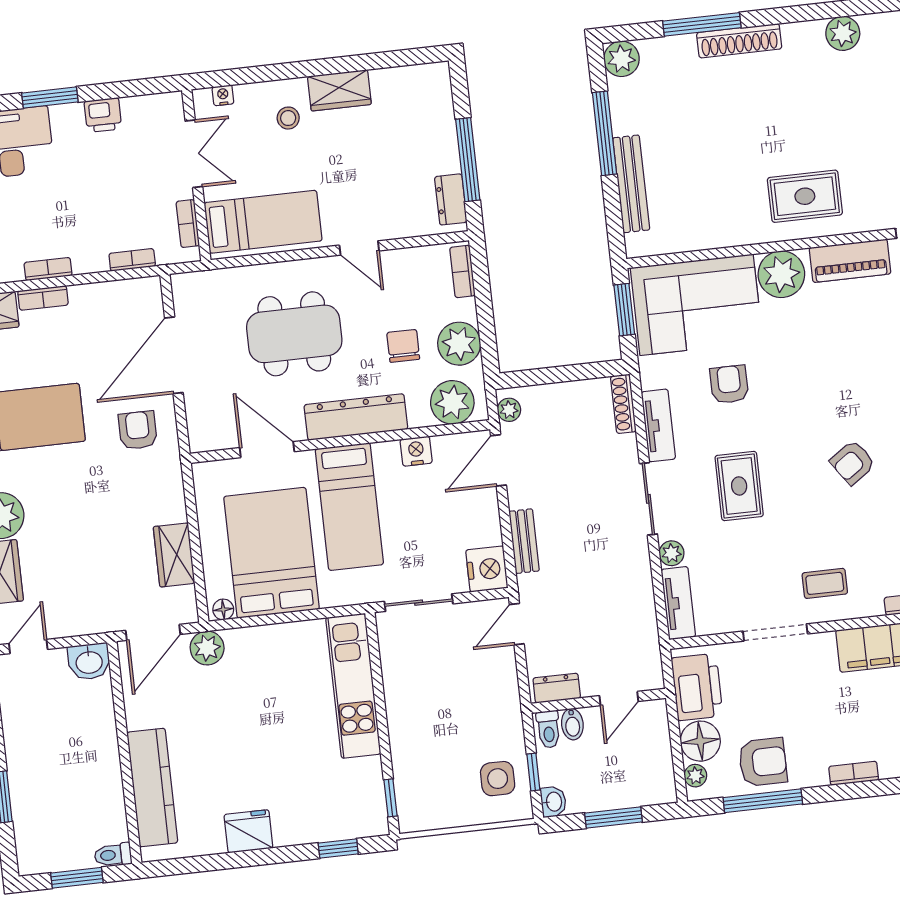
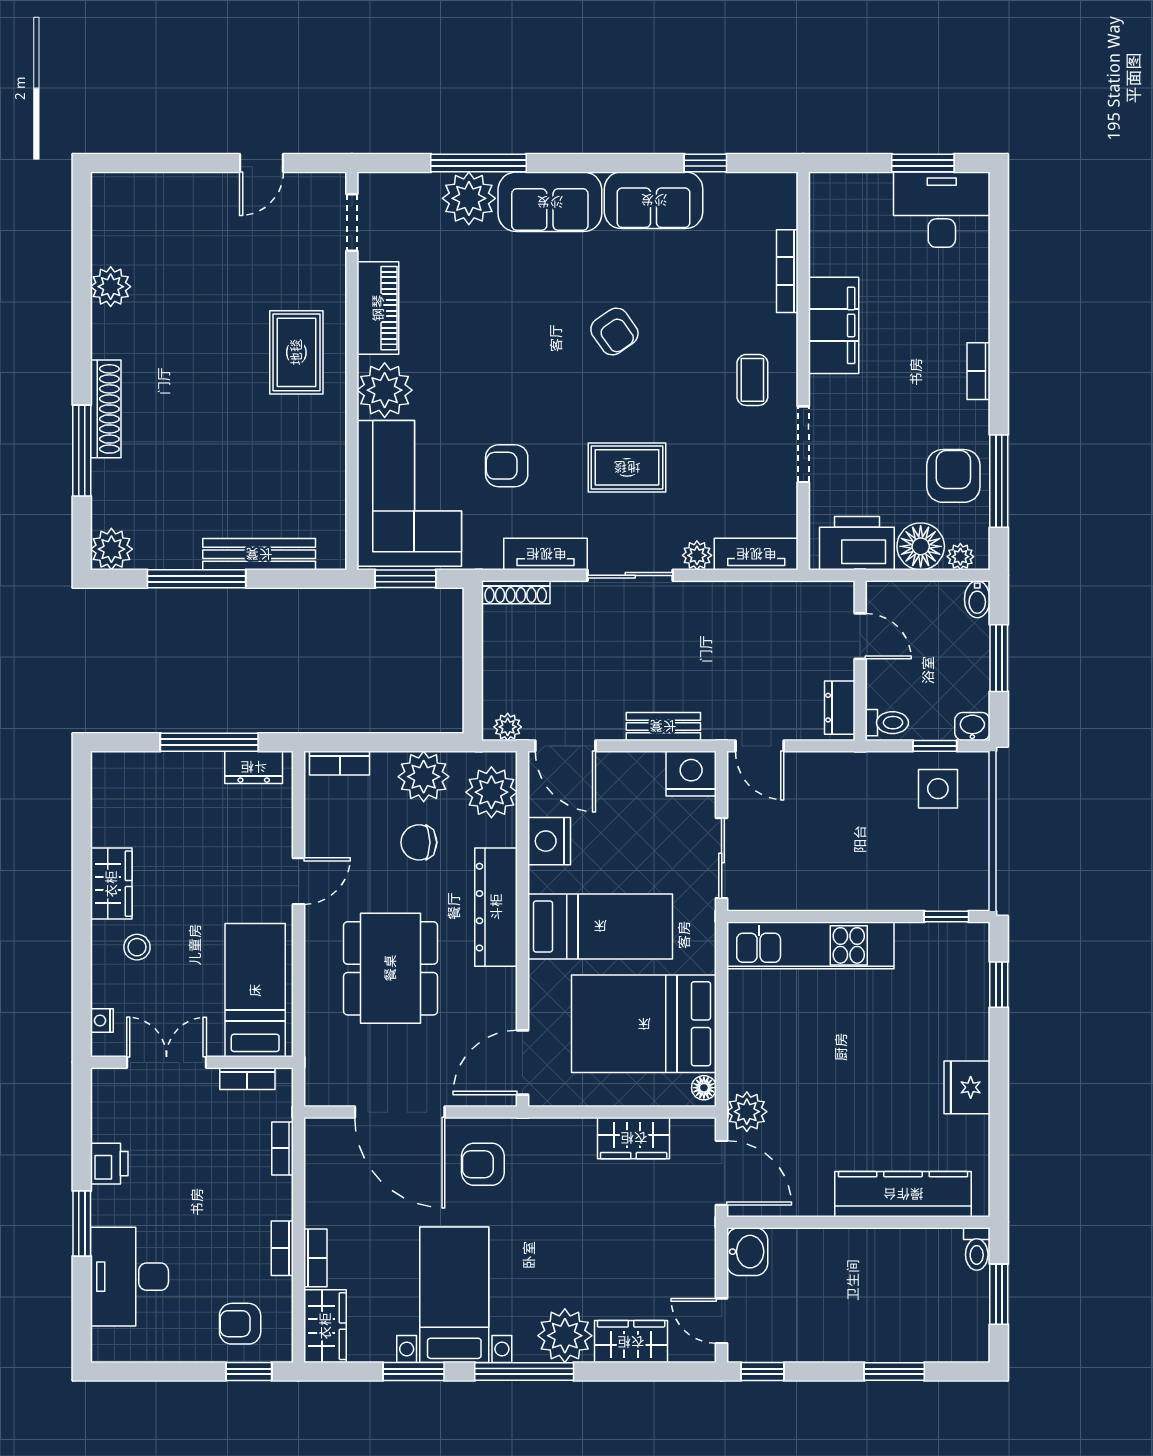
door: (267, 450) -> (522, 1062), moved
nightstand: (416, 451) -> (549, 841), width x1.36, depth x1.33
bidet: (572, 724) -> (977, 599), moved, turned 90

